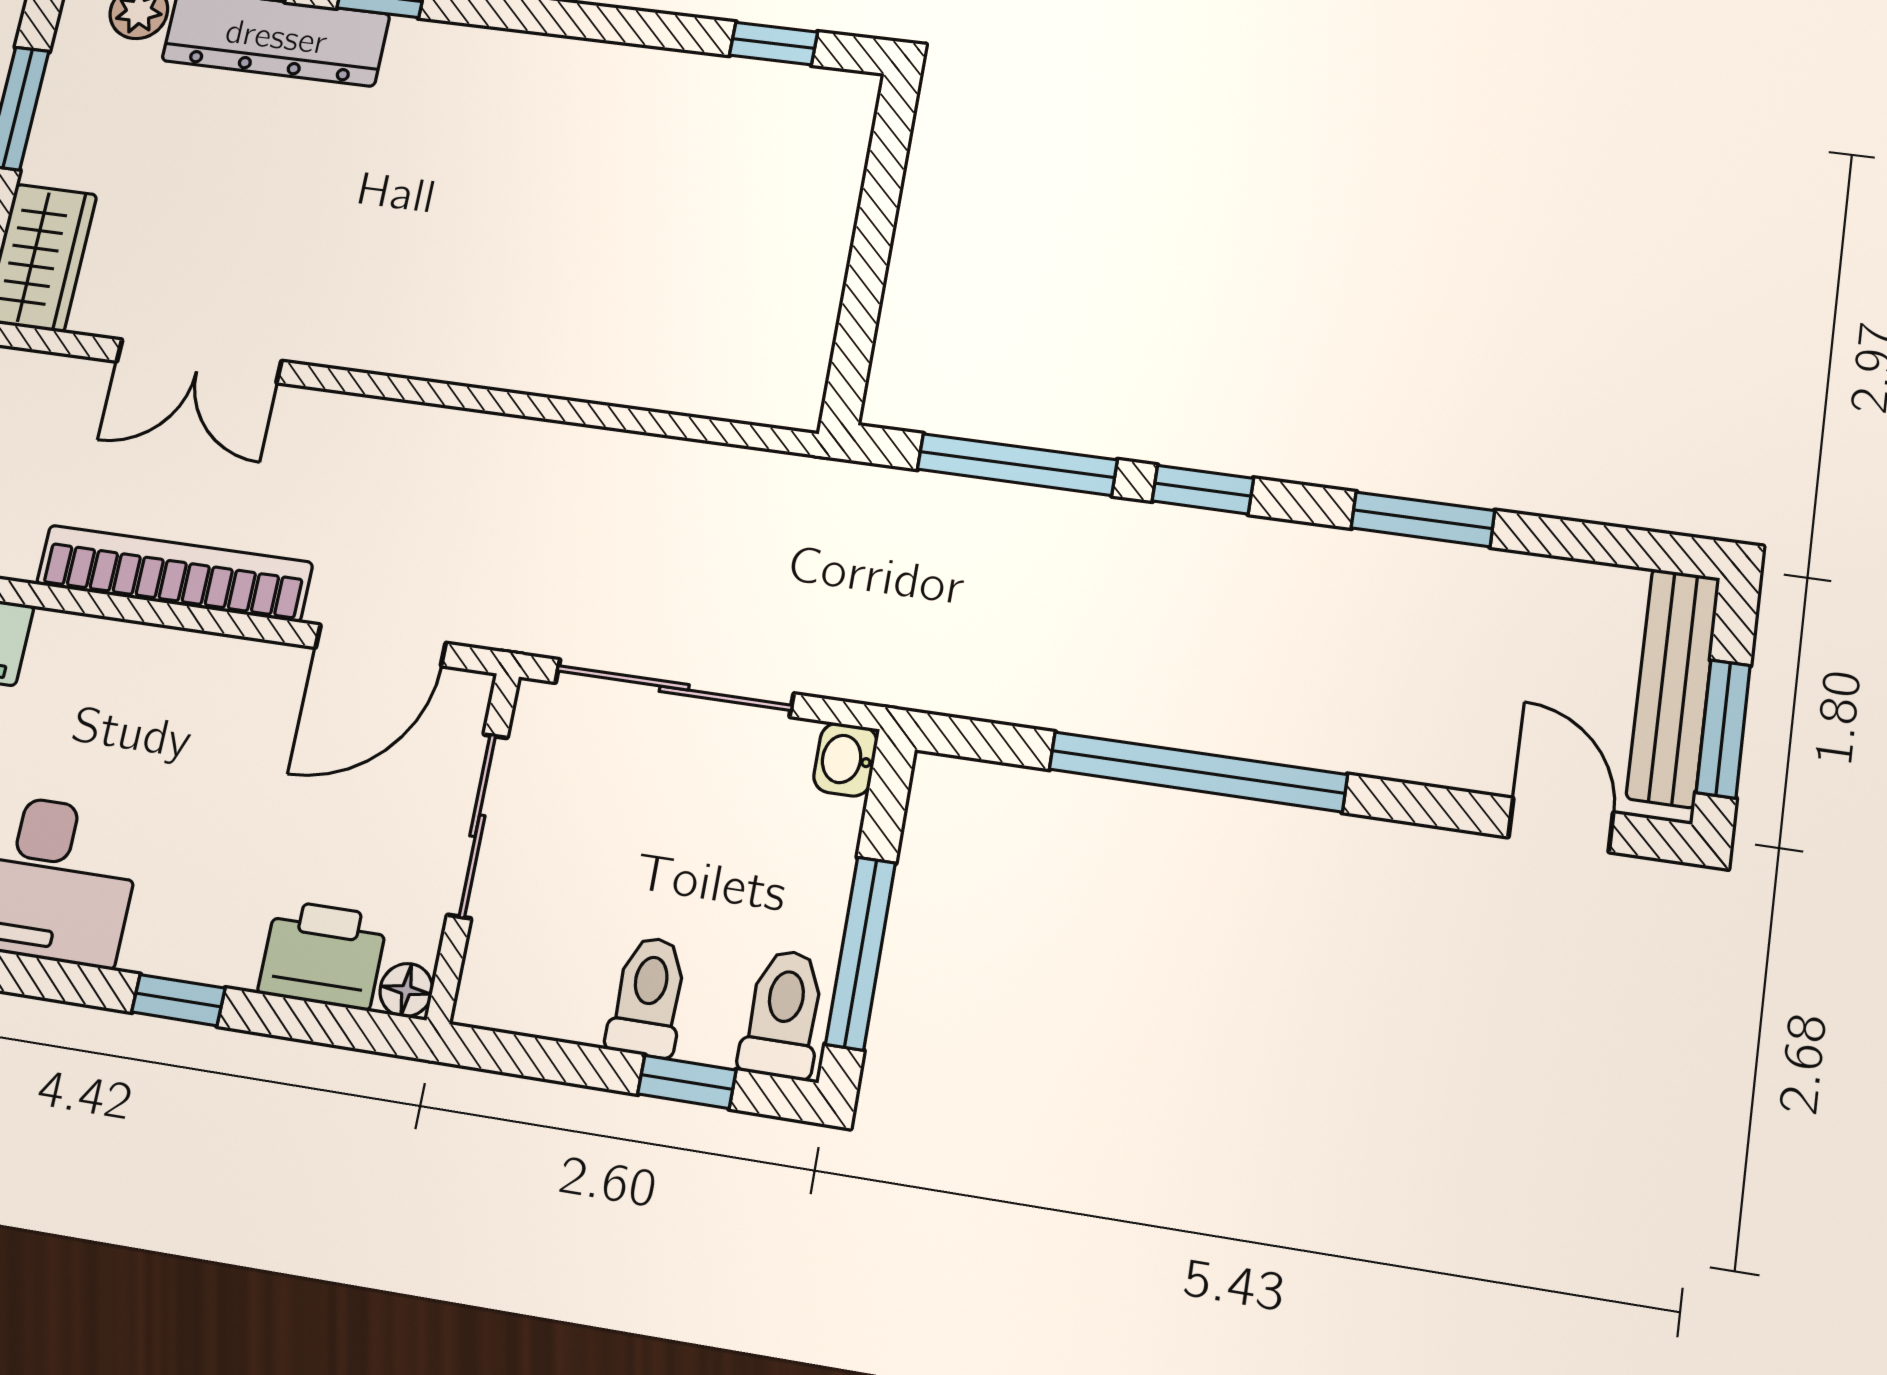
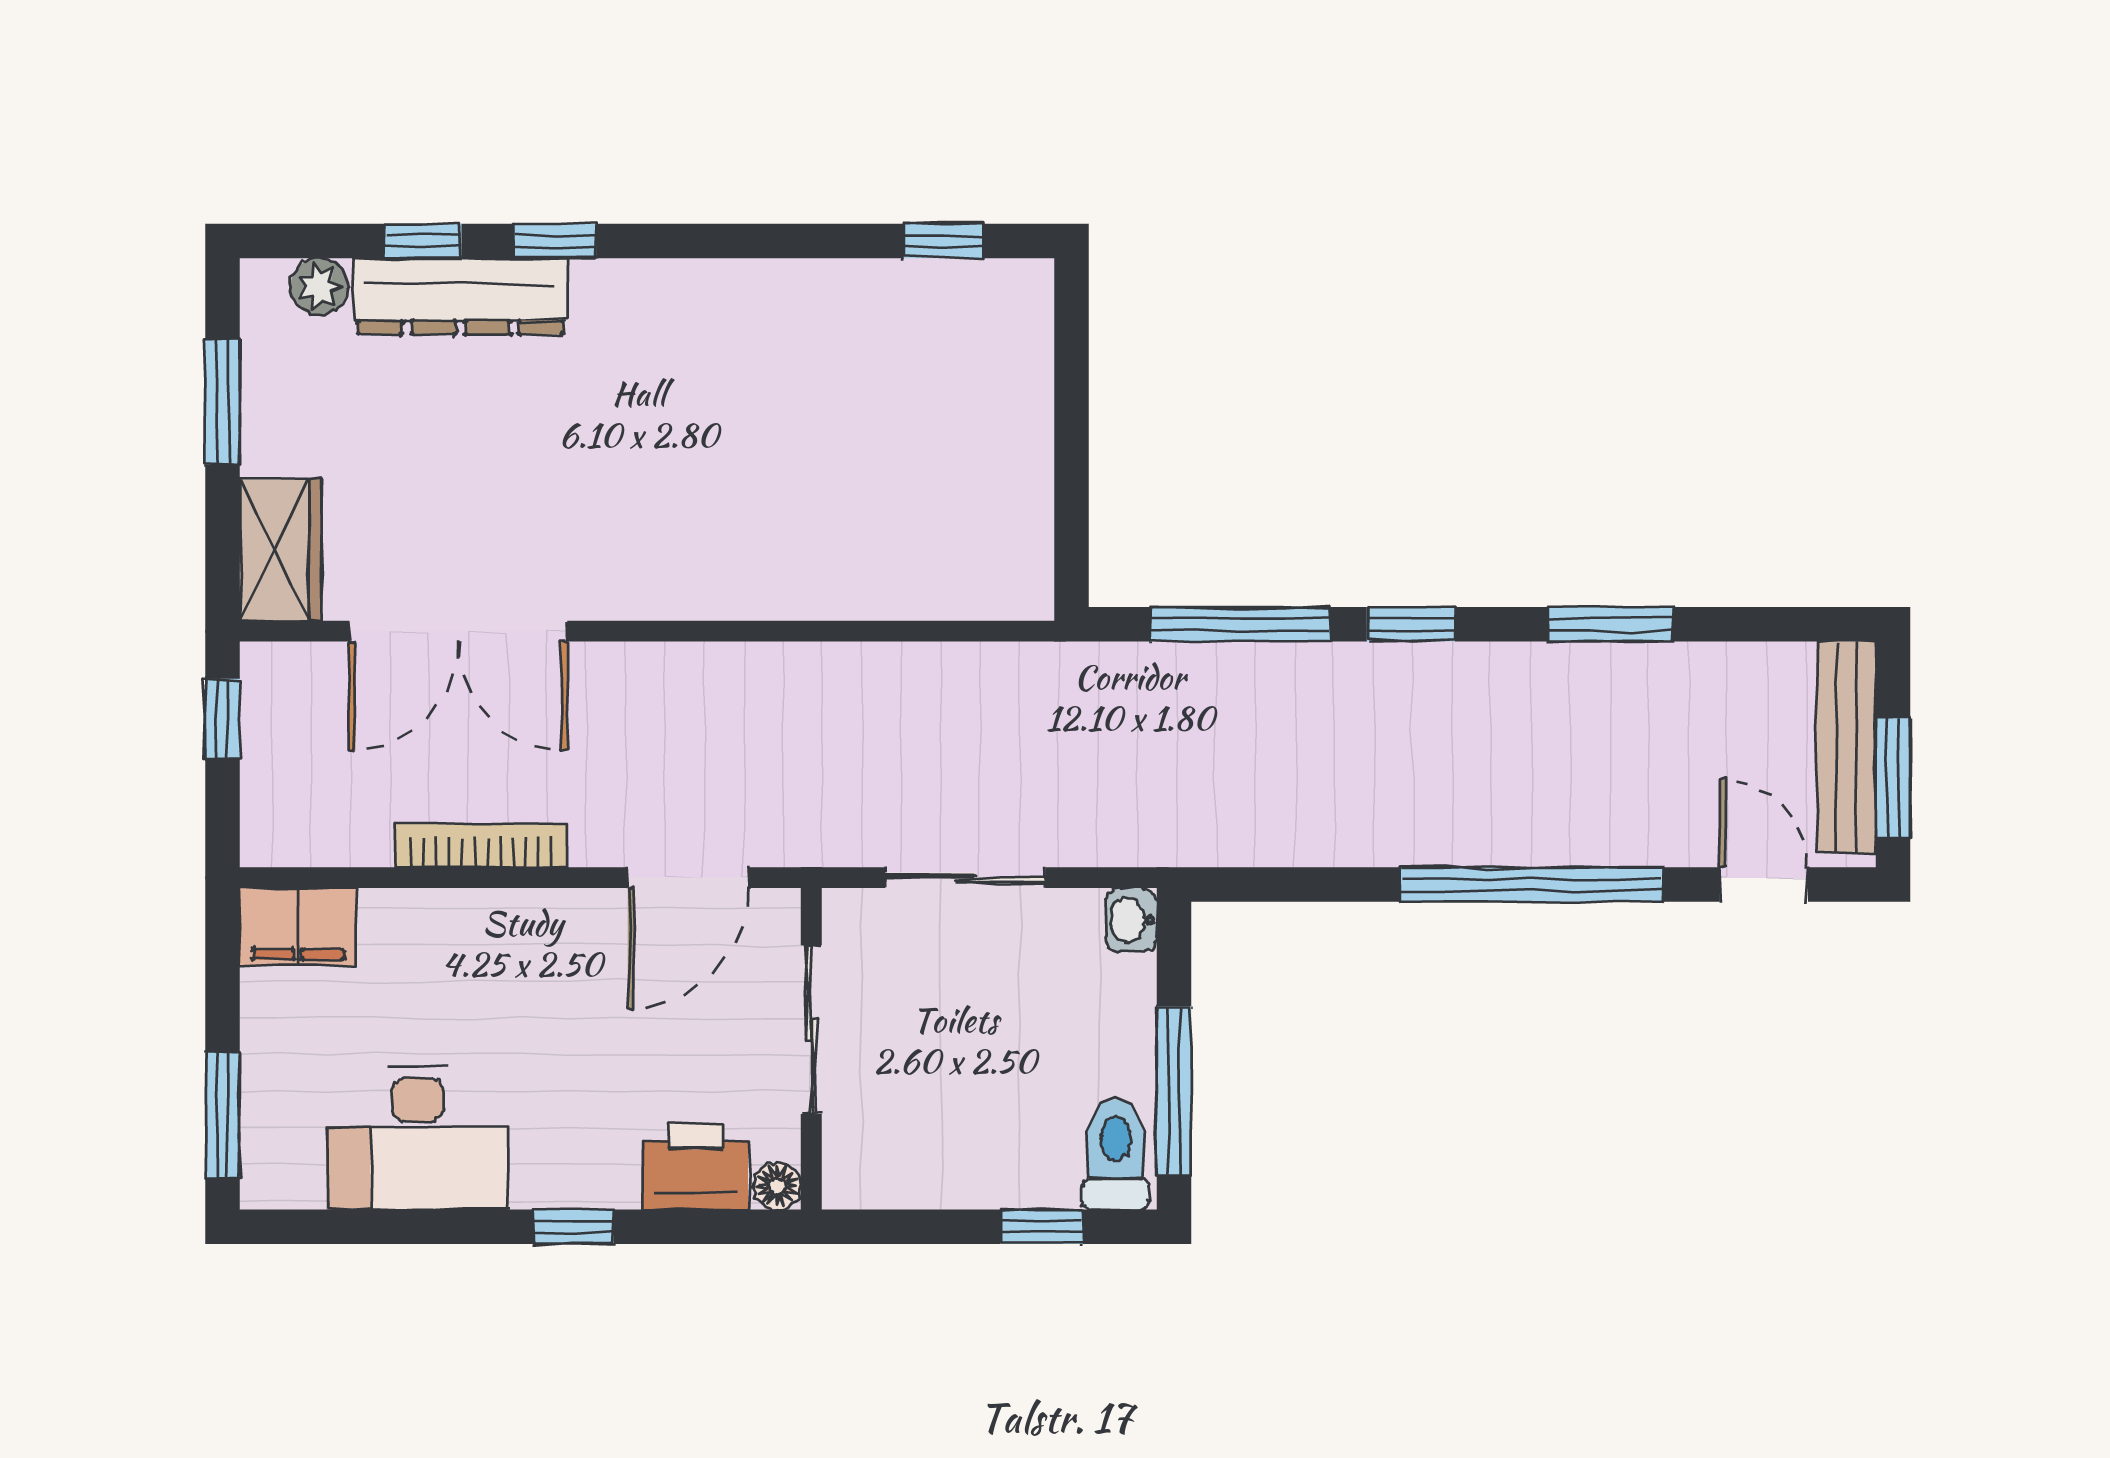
double door: (199, 361) -> (458, 631), width x1.37
bookcase: (174, 573) -> (481, 845), width x0.68, depth x0.76
sliding door: (674, 688) -> (965, 878), width x0.73
window: (1198, 772) -> (1532, 884), moved
toilet: (648, 997) -> (994, 1158), removed

